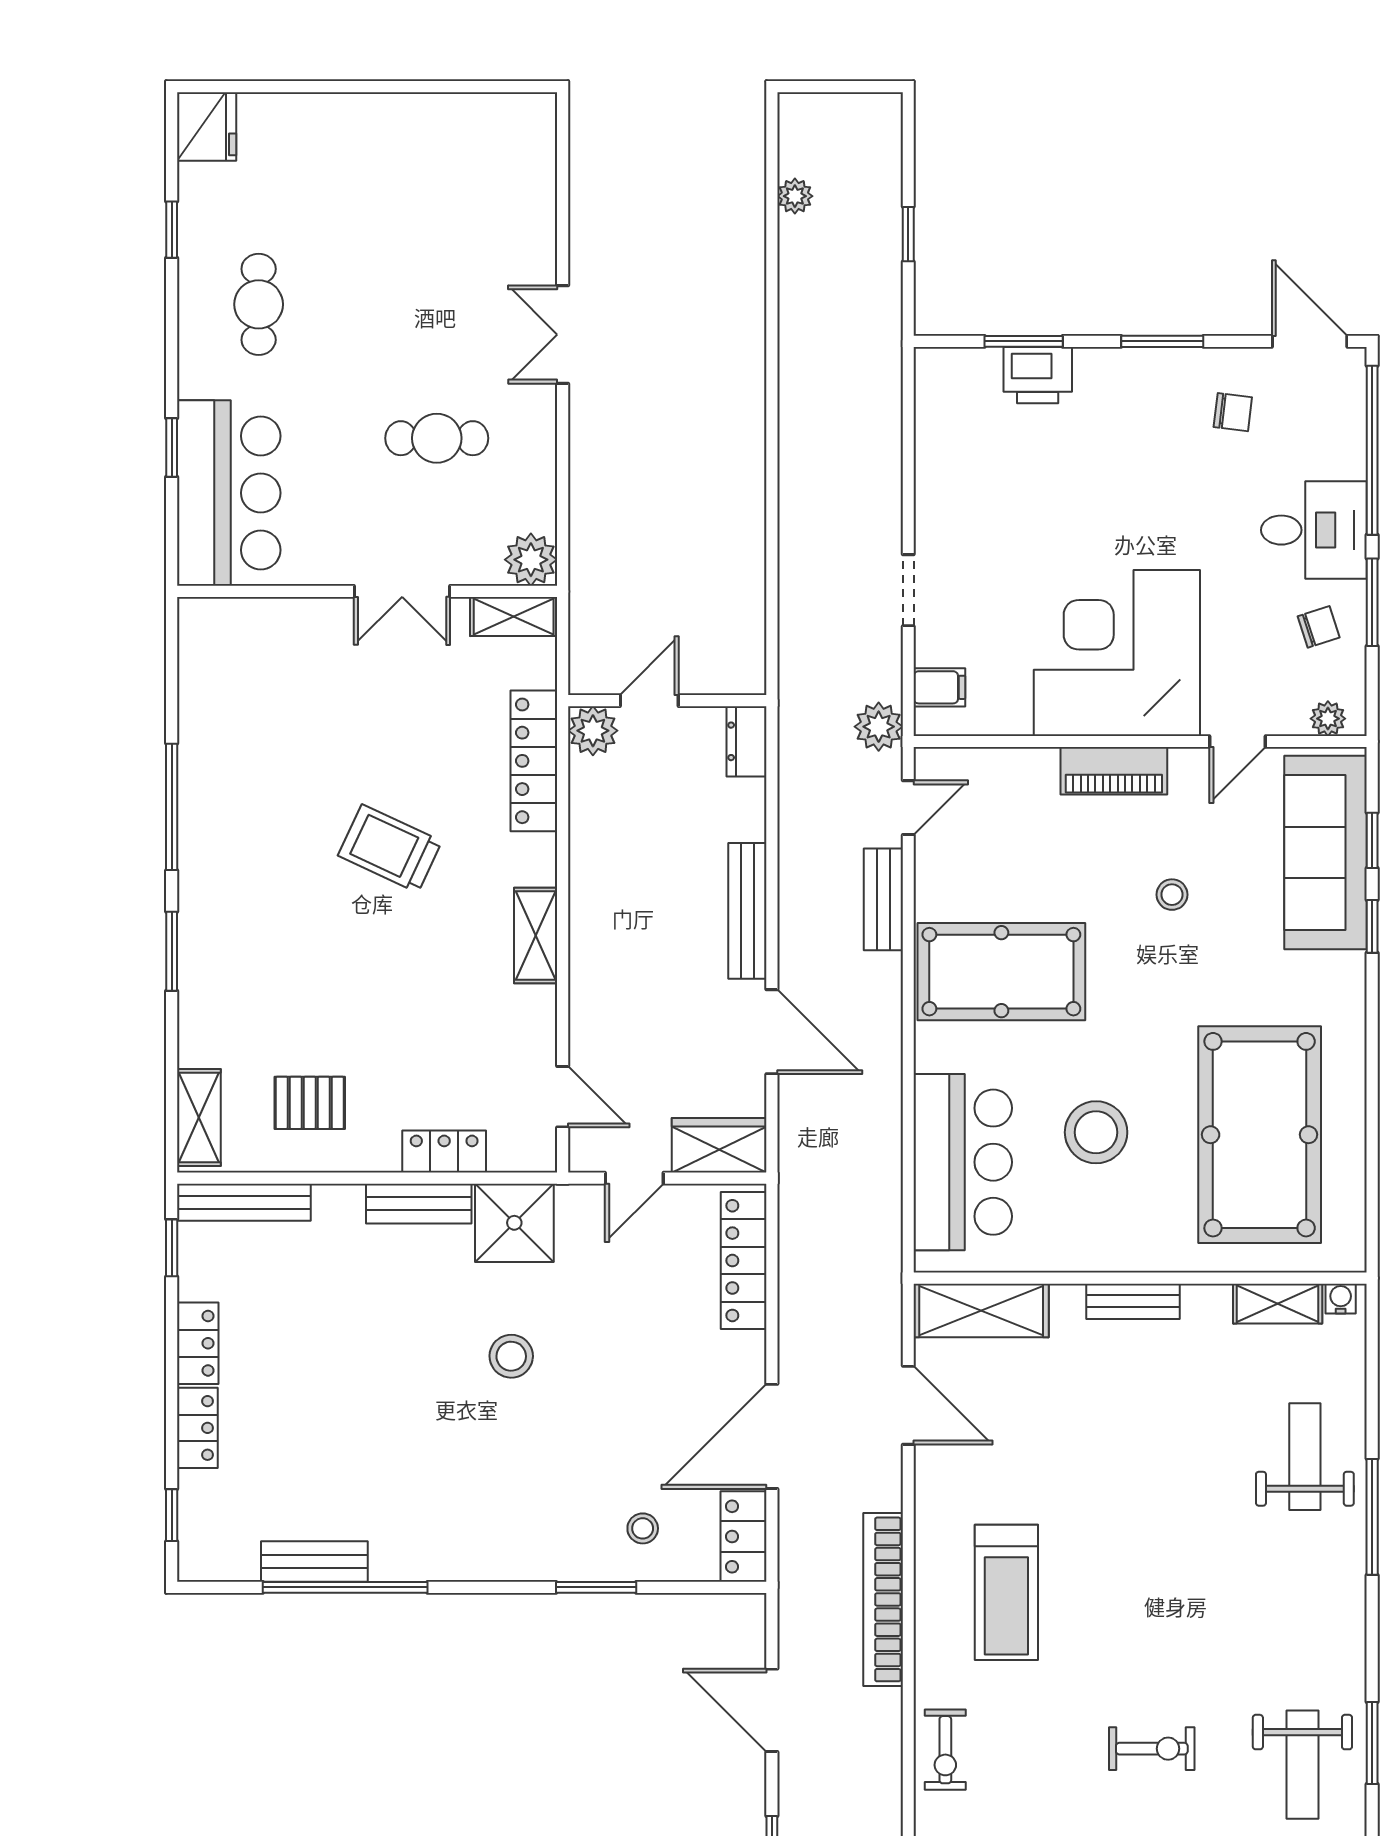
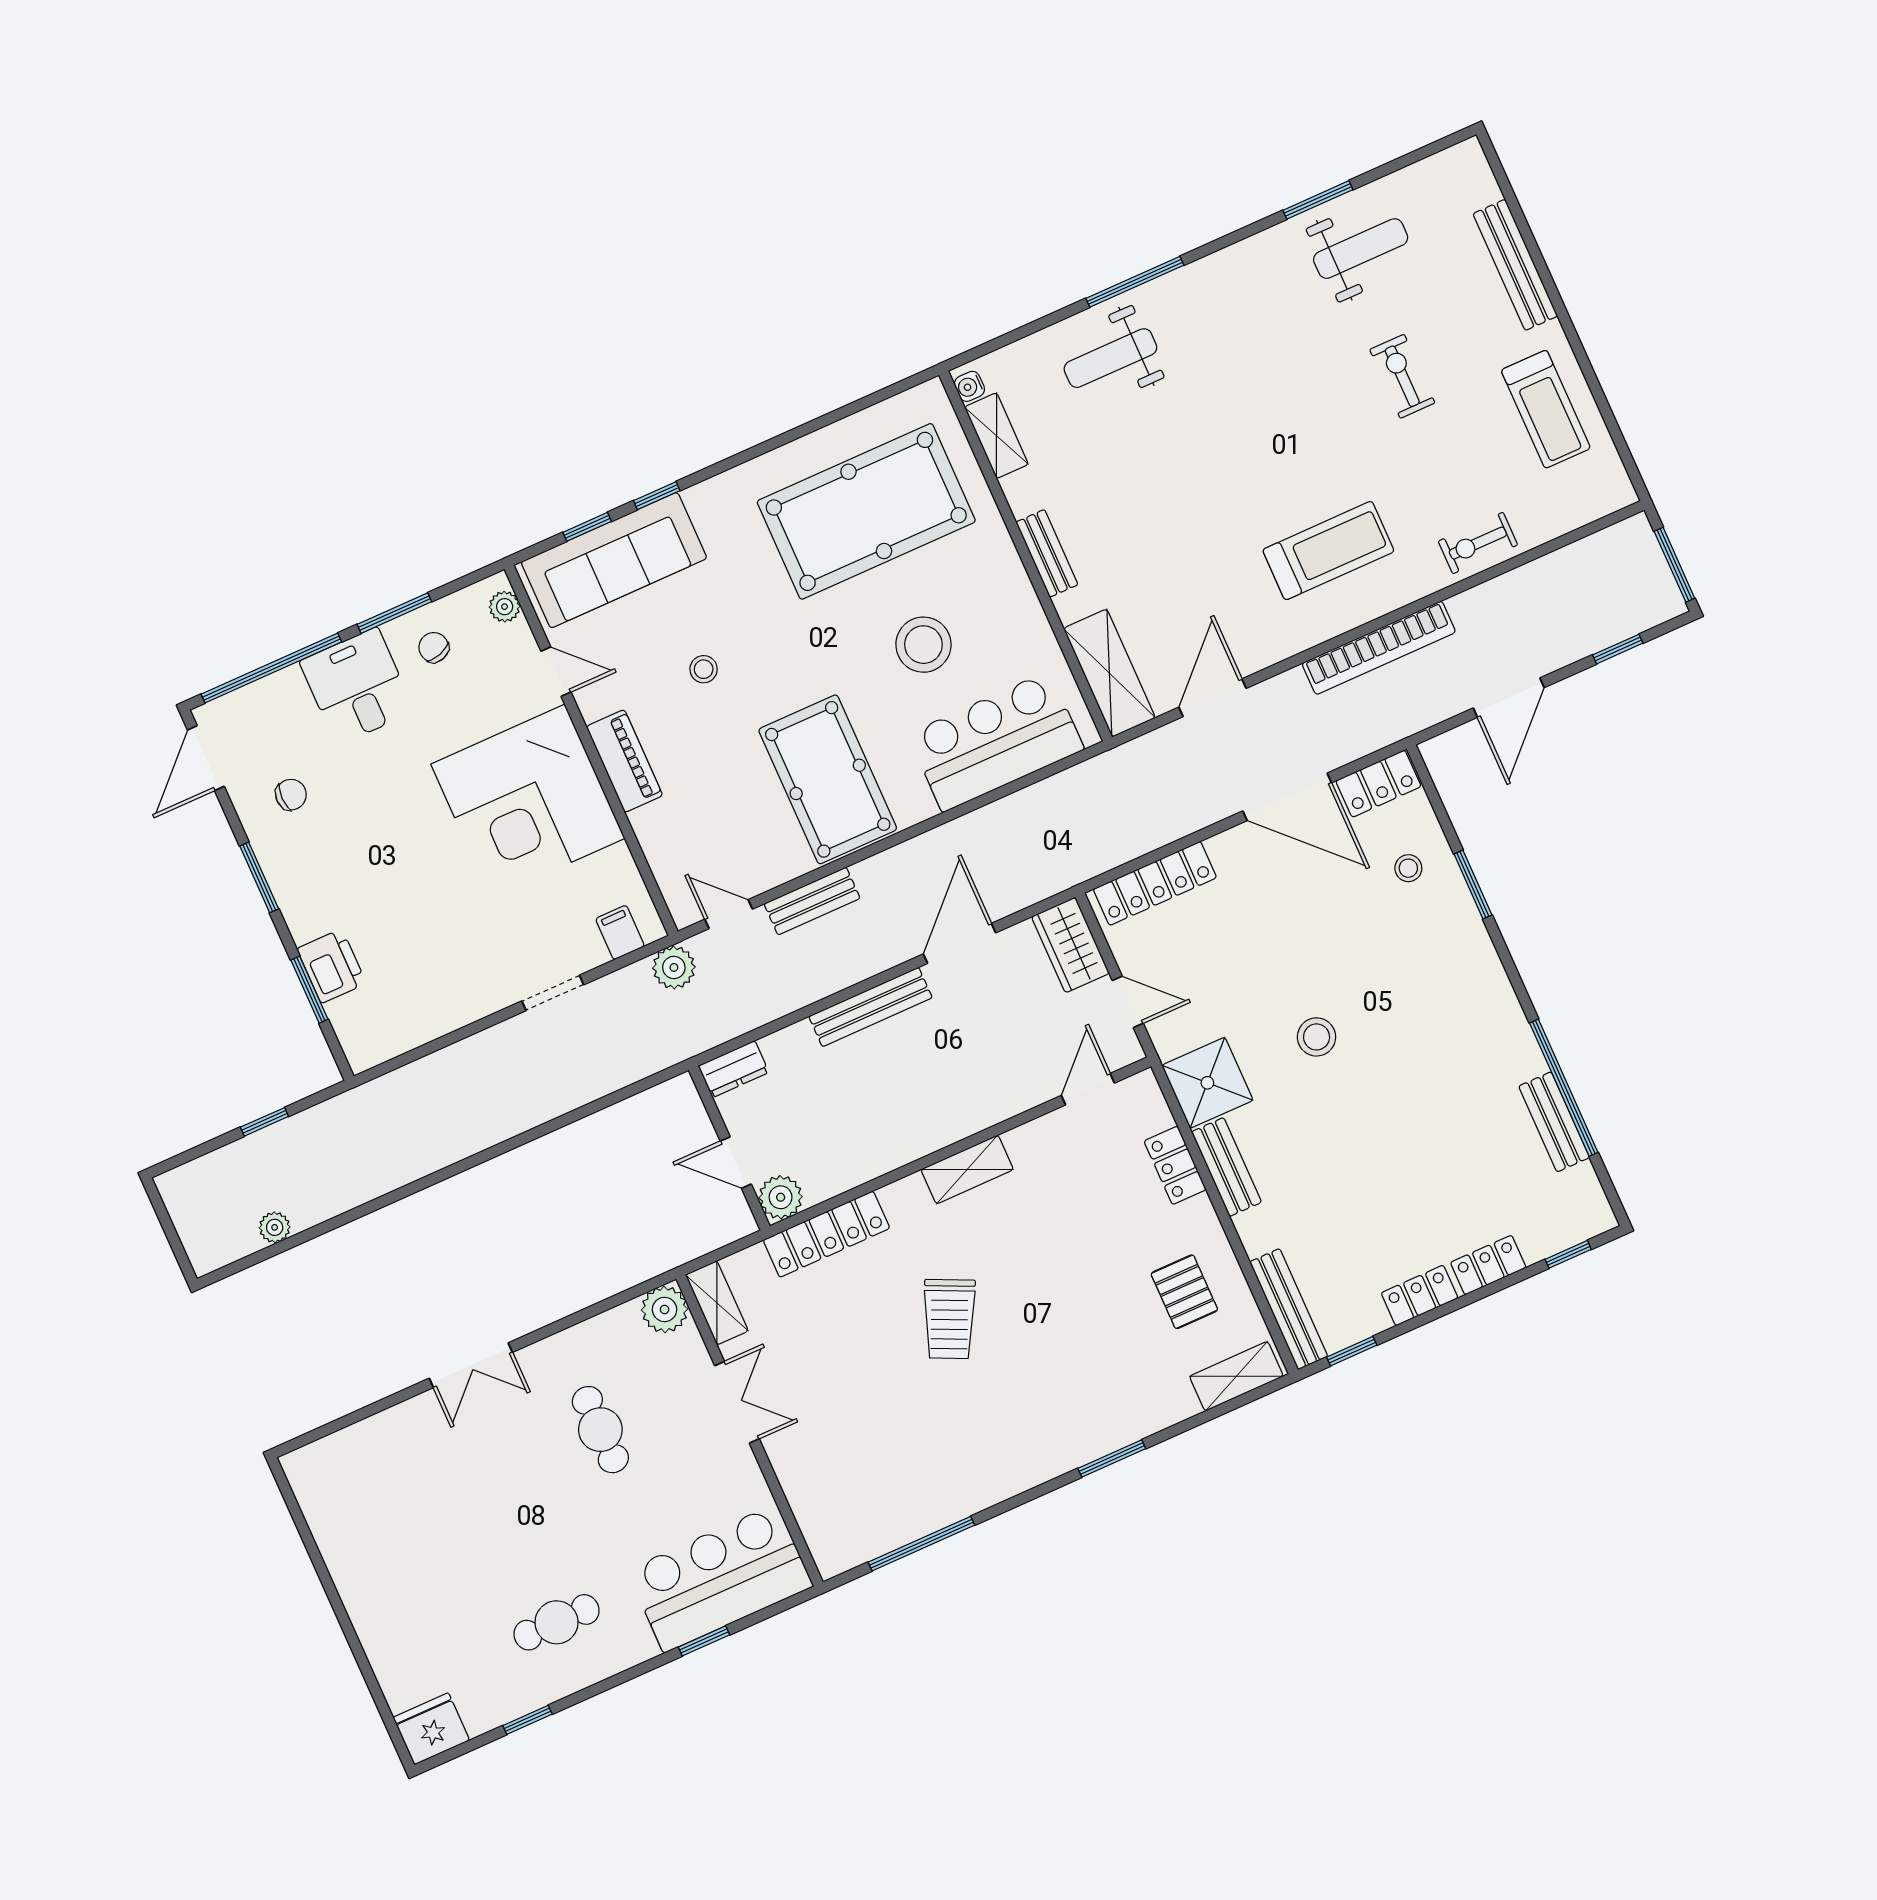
chair: (1233, 412) -> (291, 795), turned 83
window: (172, 807) -> (921, 1544), moved
exercise bike: (945, 1750) -> (1478, 543), turned 180

